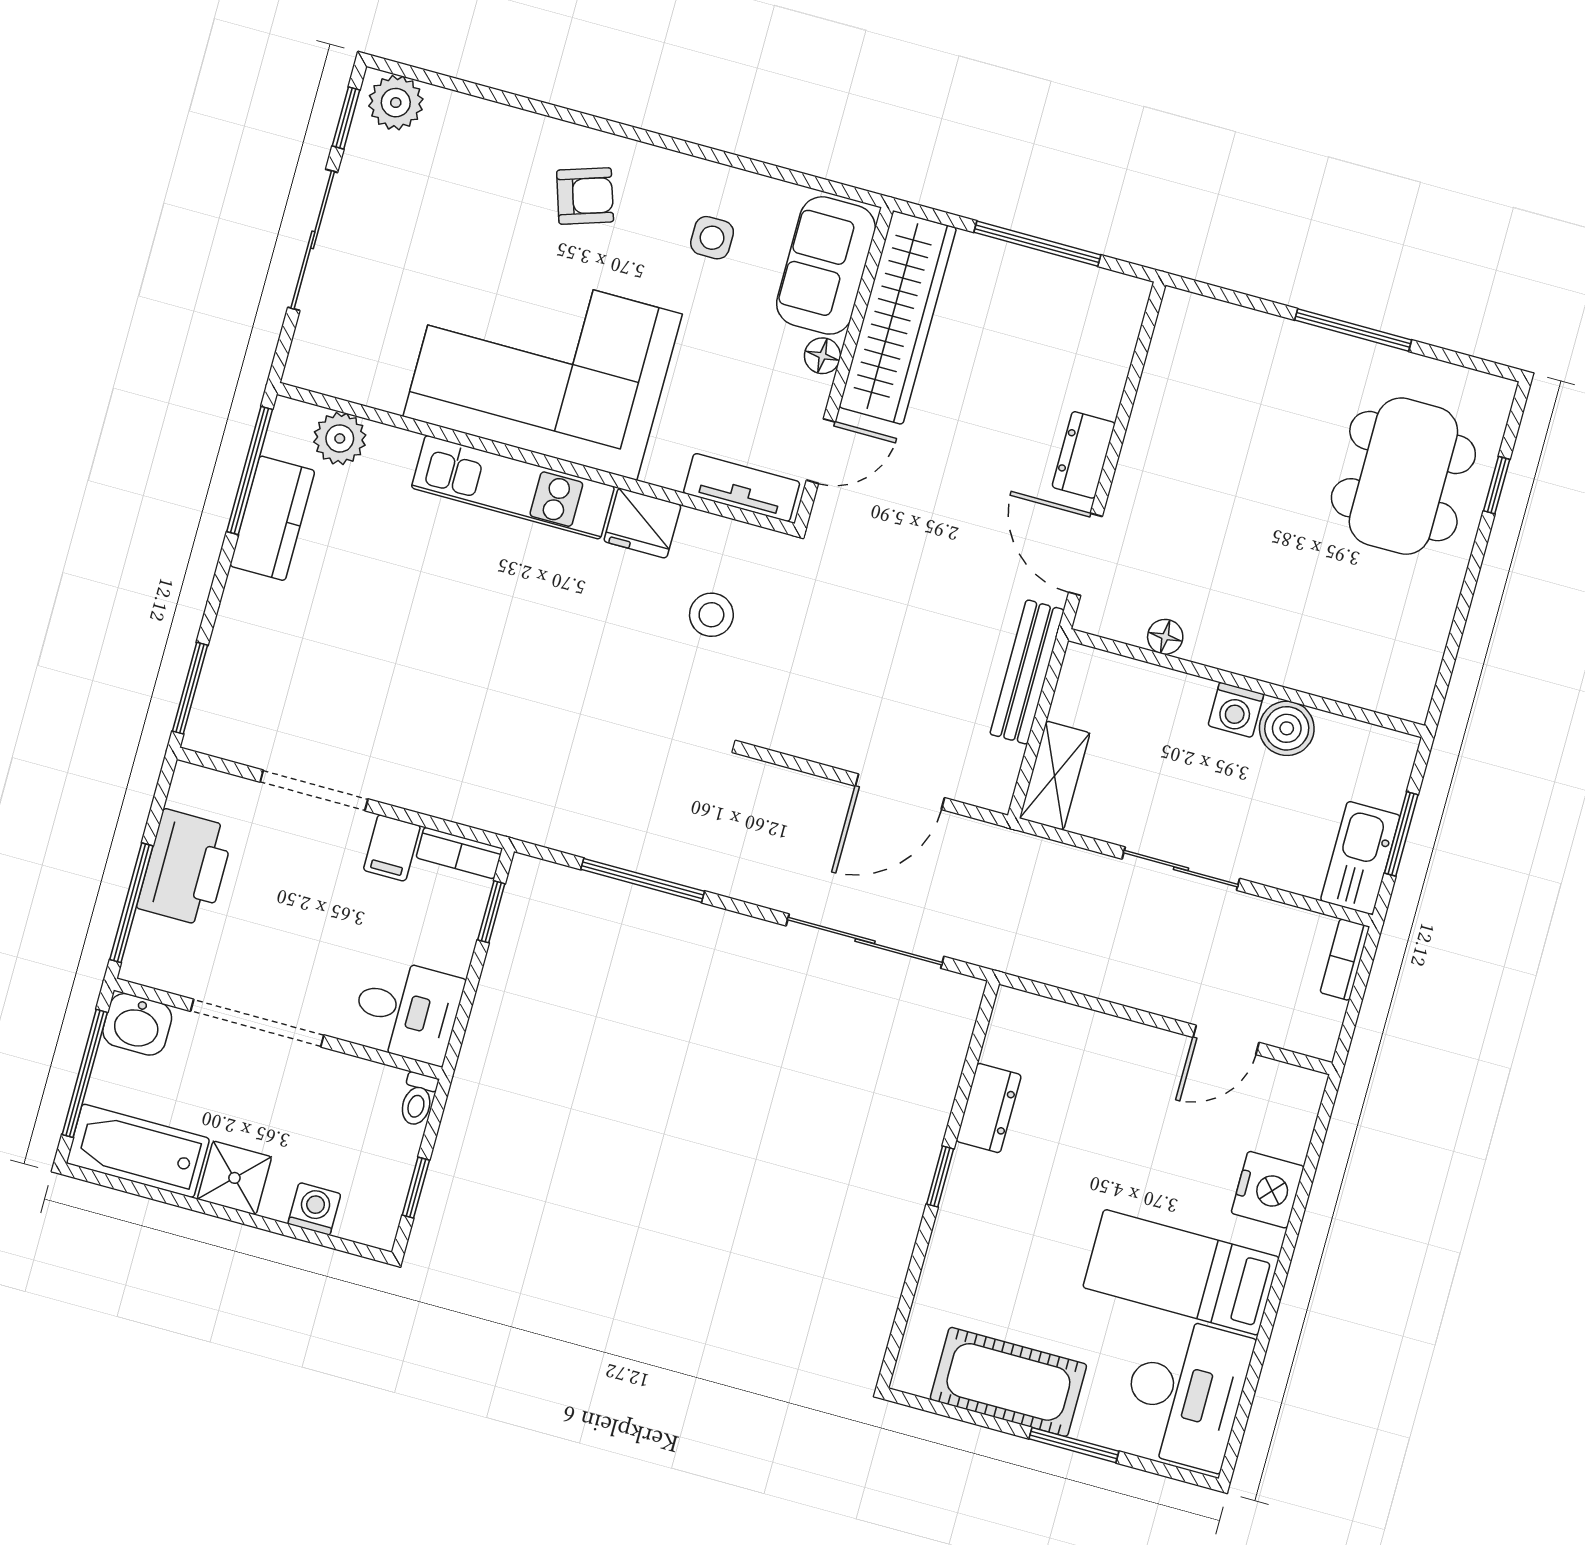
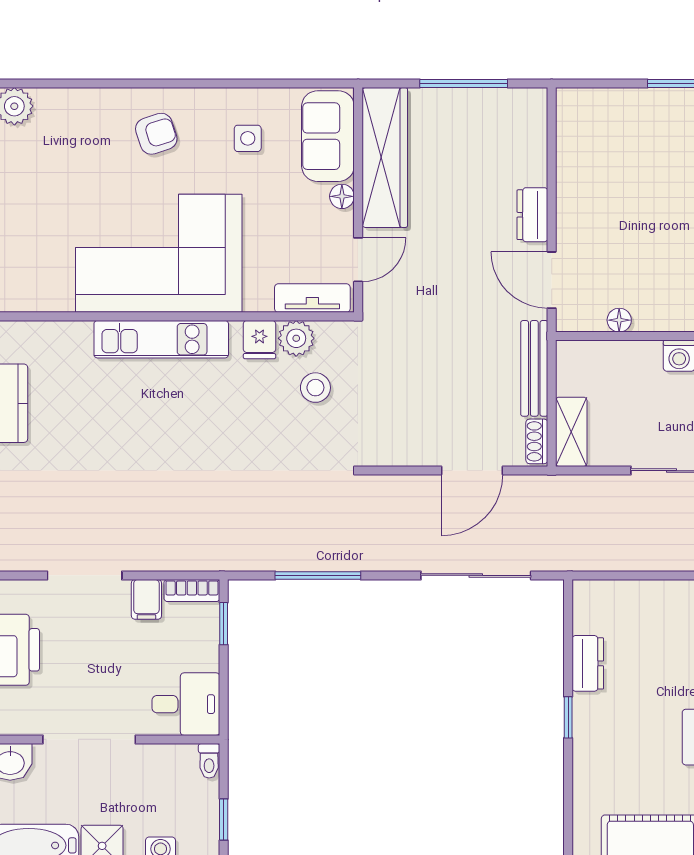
plant: (340, 438) -> (296, 338), moved
fridge: (642, 523) -> (259, 340), width x0.72
shoe rack: (1003, 776) -> (537, 441), added

